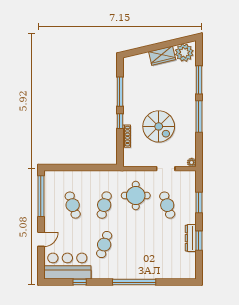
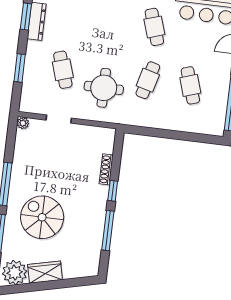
spiral stairs: (159, 126) -> (42, 217), moved
cafe table: (104, 245) -> (154, 27), turned -36

